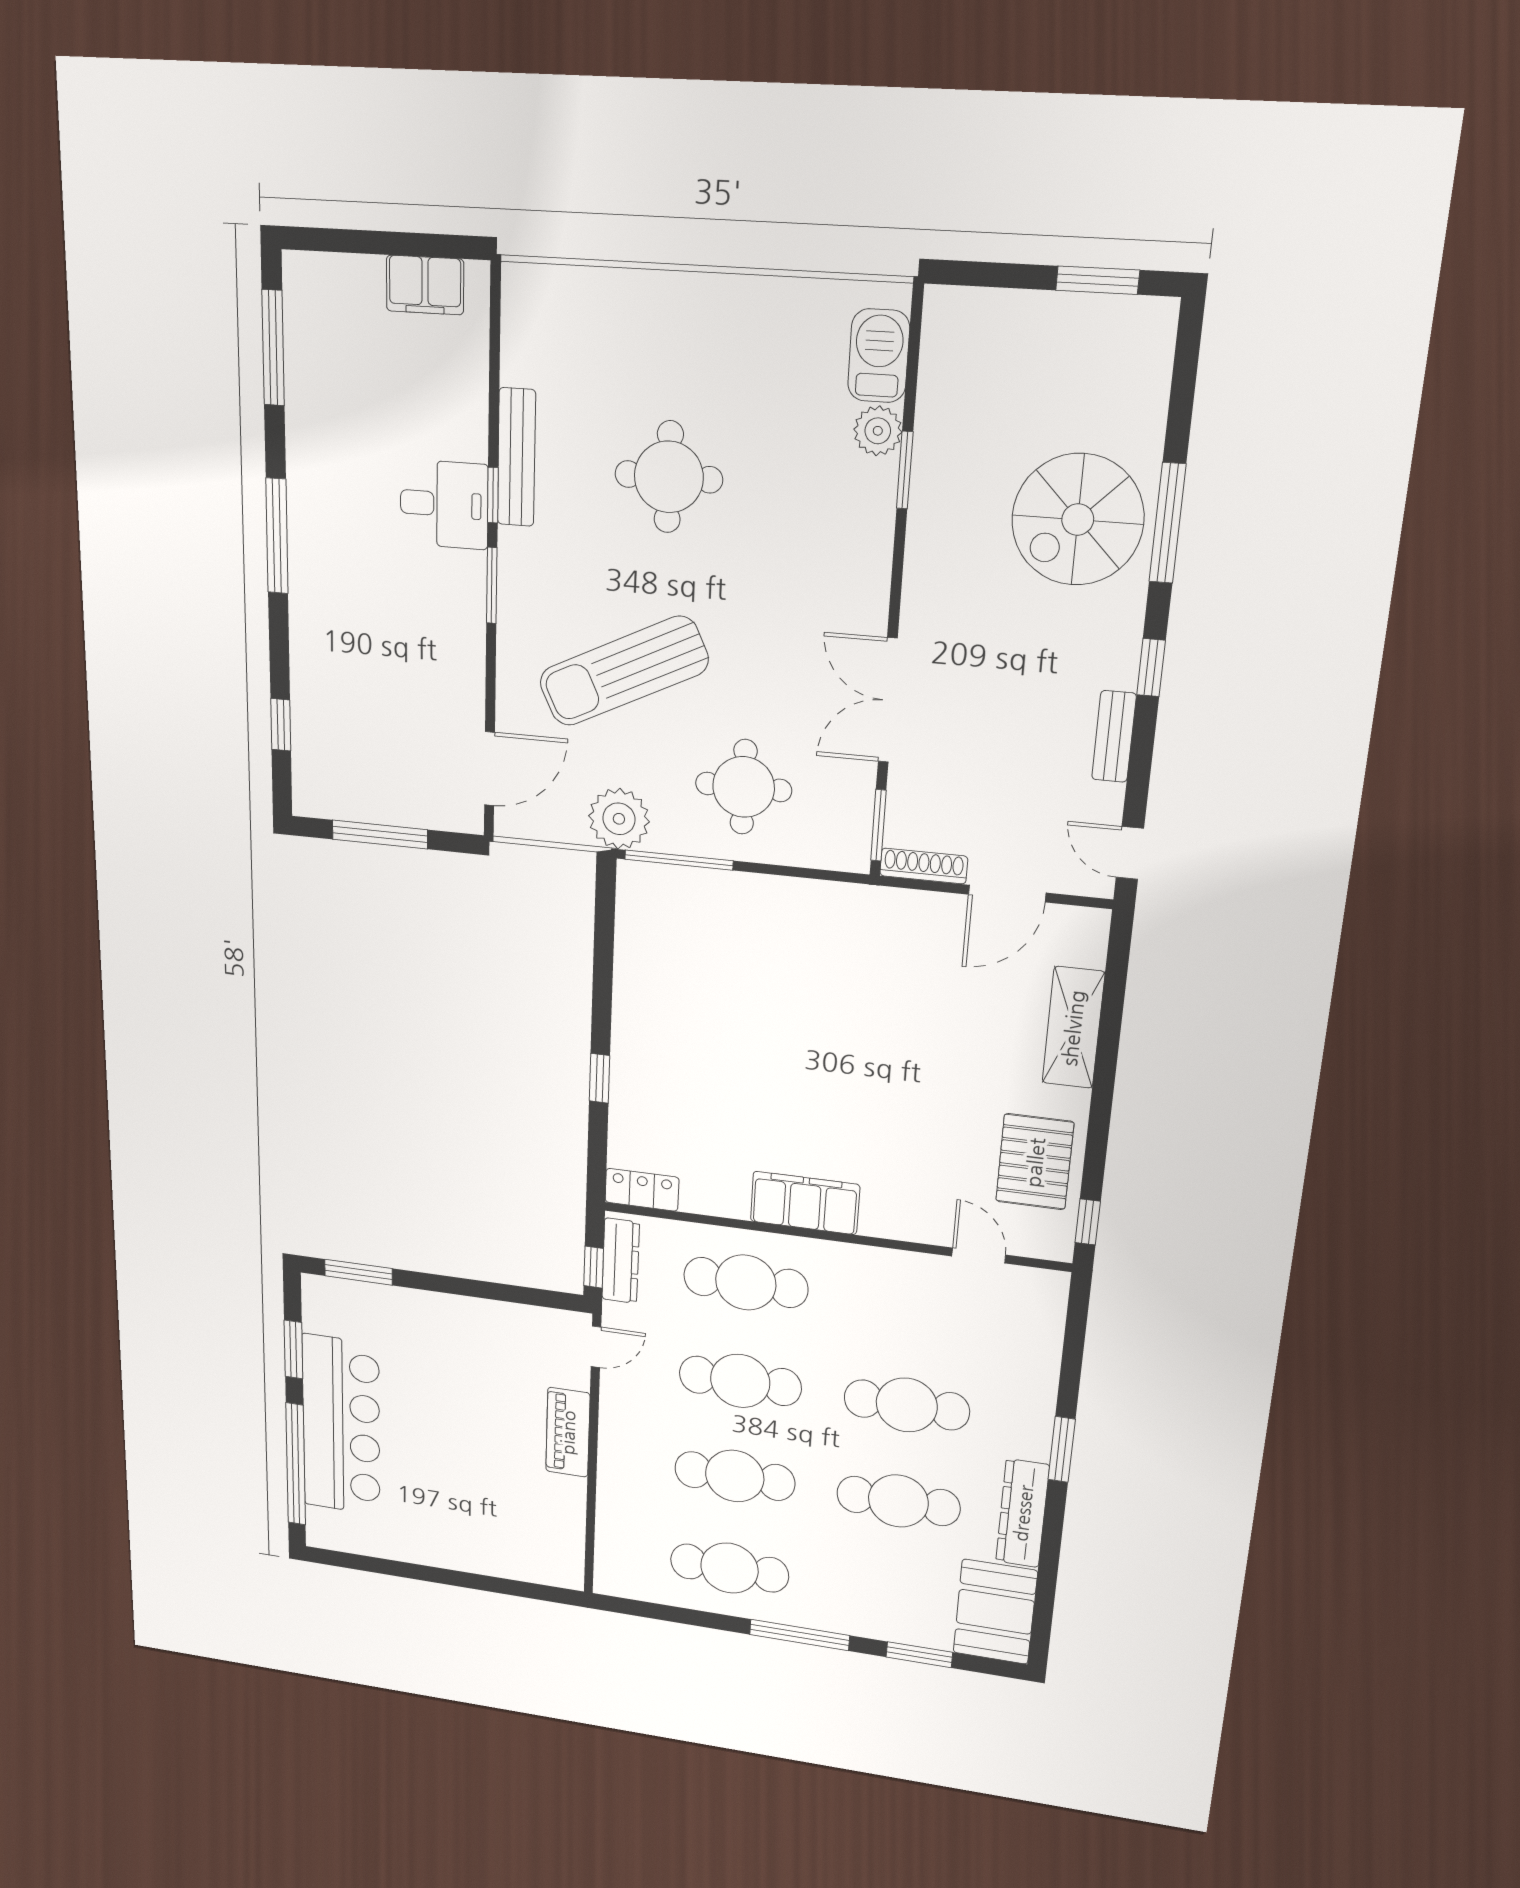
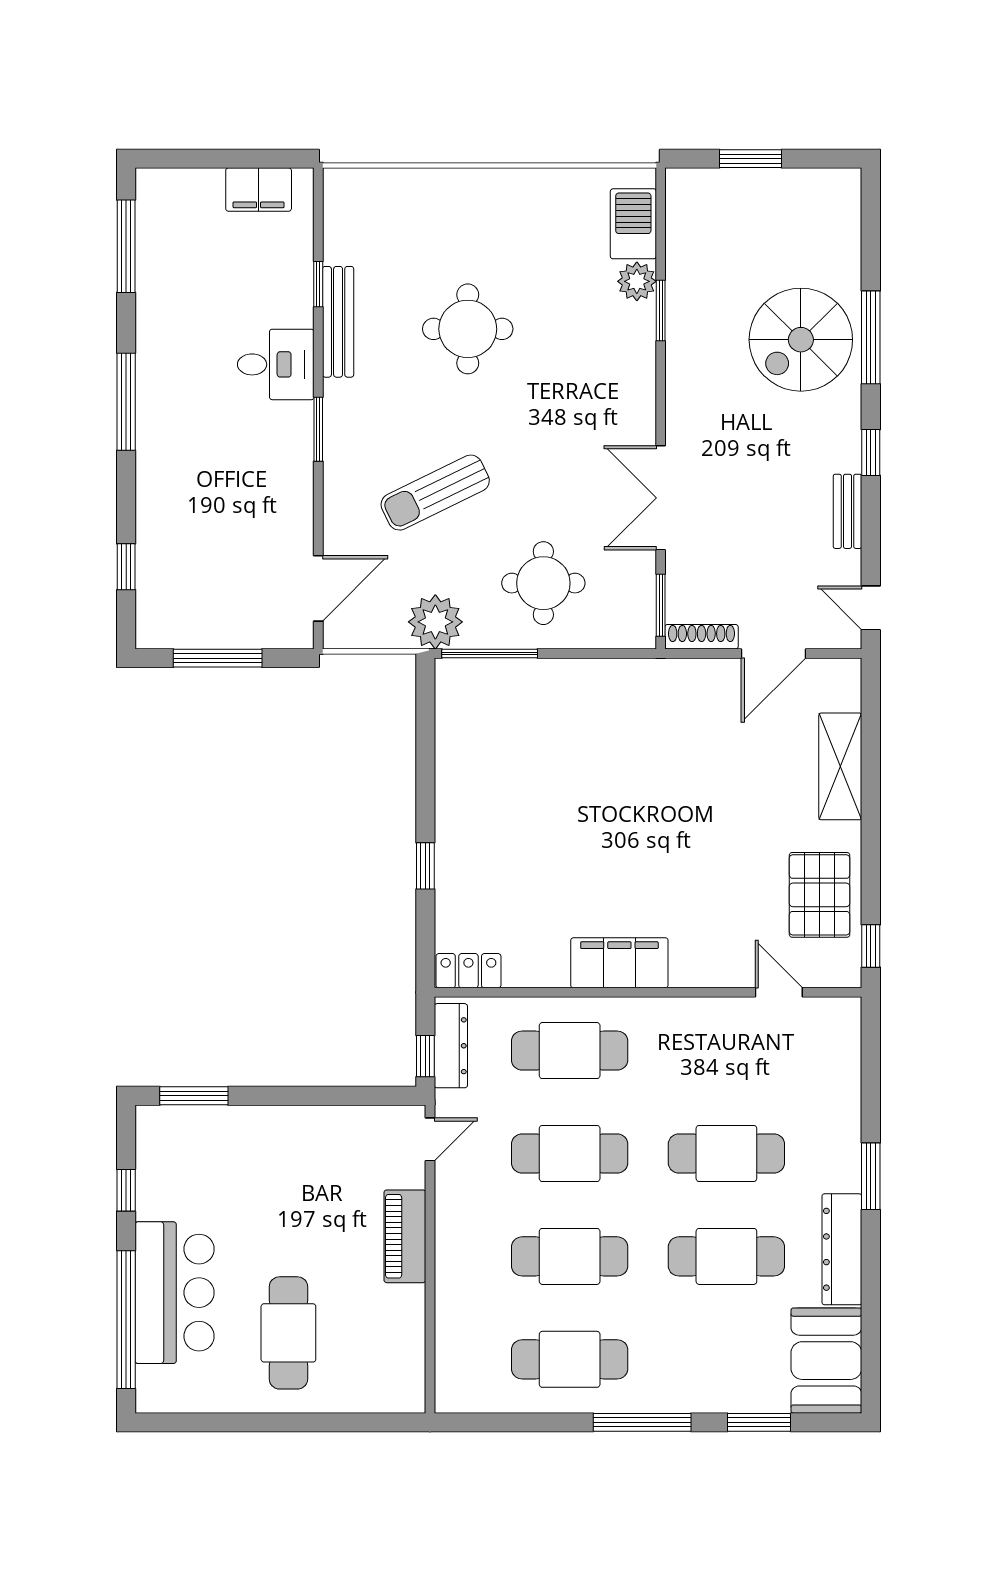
window: (1098, 280) -> (750, 159), moved
window: (493, 495) -> (318, 284), moved
sun lounger: (624, 671) -> (435, 493), width x0.73, depth x0.75
window: (293, 1350) -> (126, 1190), width x0.67
bar counter: (341, 1425) -> (175, 1293), width x0.73
cafe table: (451, 1500) -> (288, 1333), added

